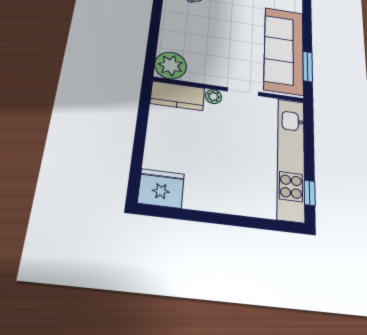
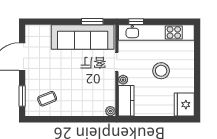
plant: (171, 65) -> (110, 111), width x0.53, depth x0.53
stool: (225, 157) -> (161, 71), added
window: (310, 193) -> (136, 22), moved

